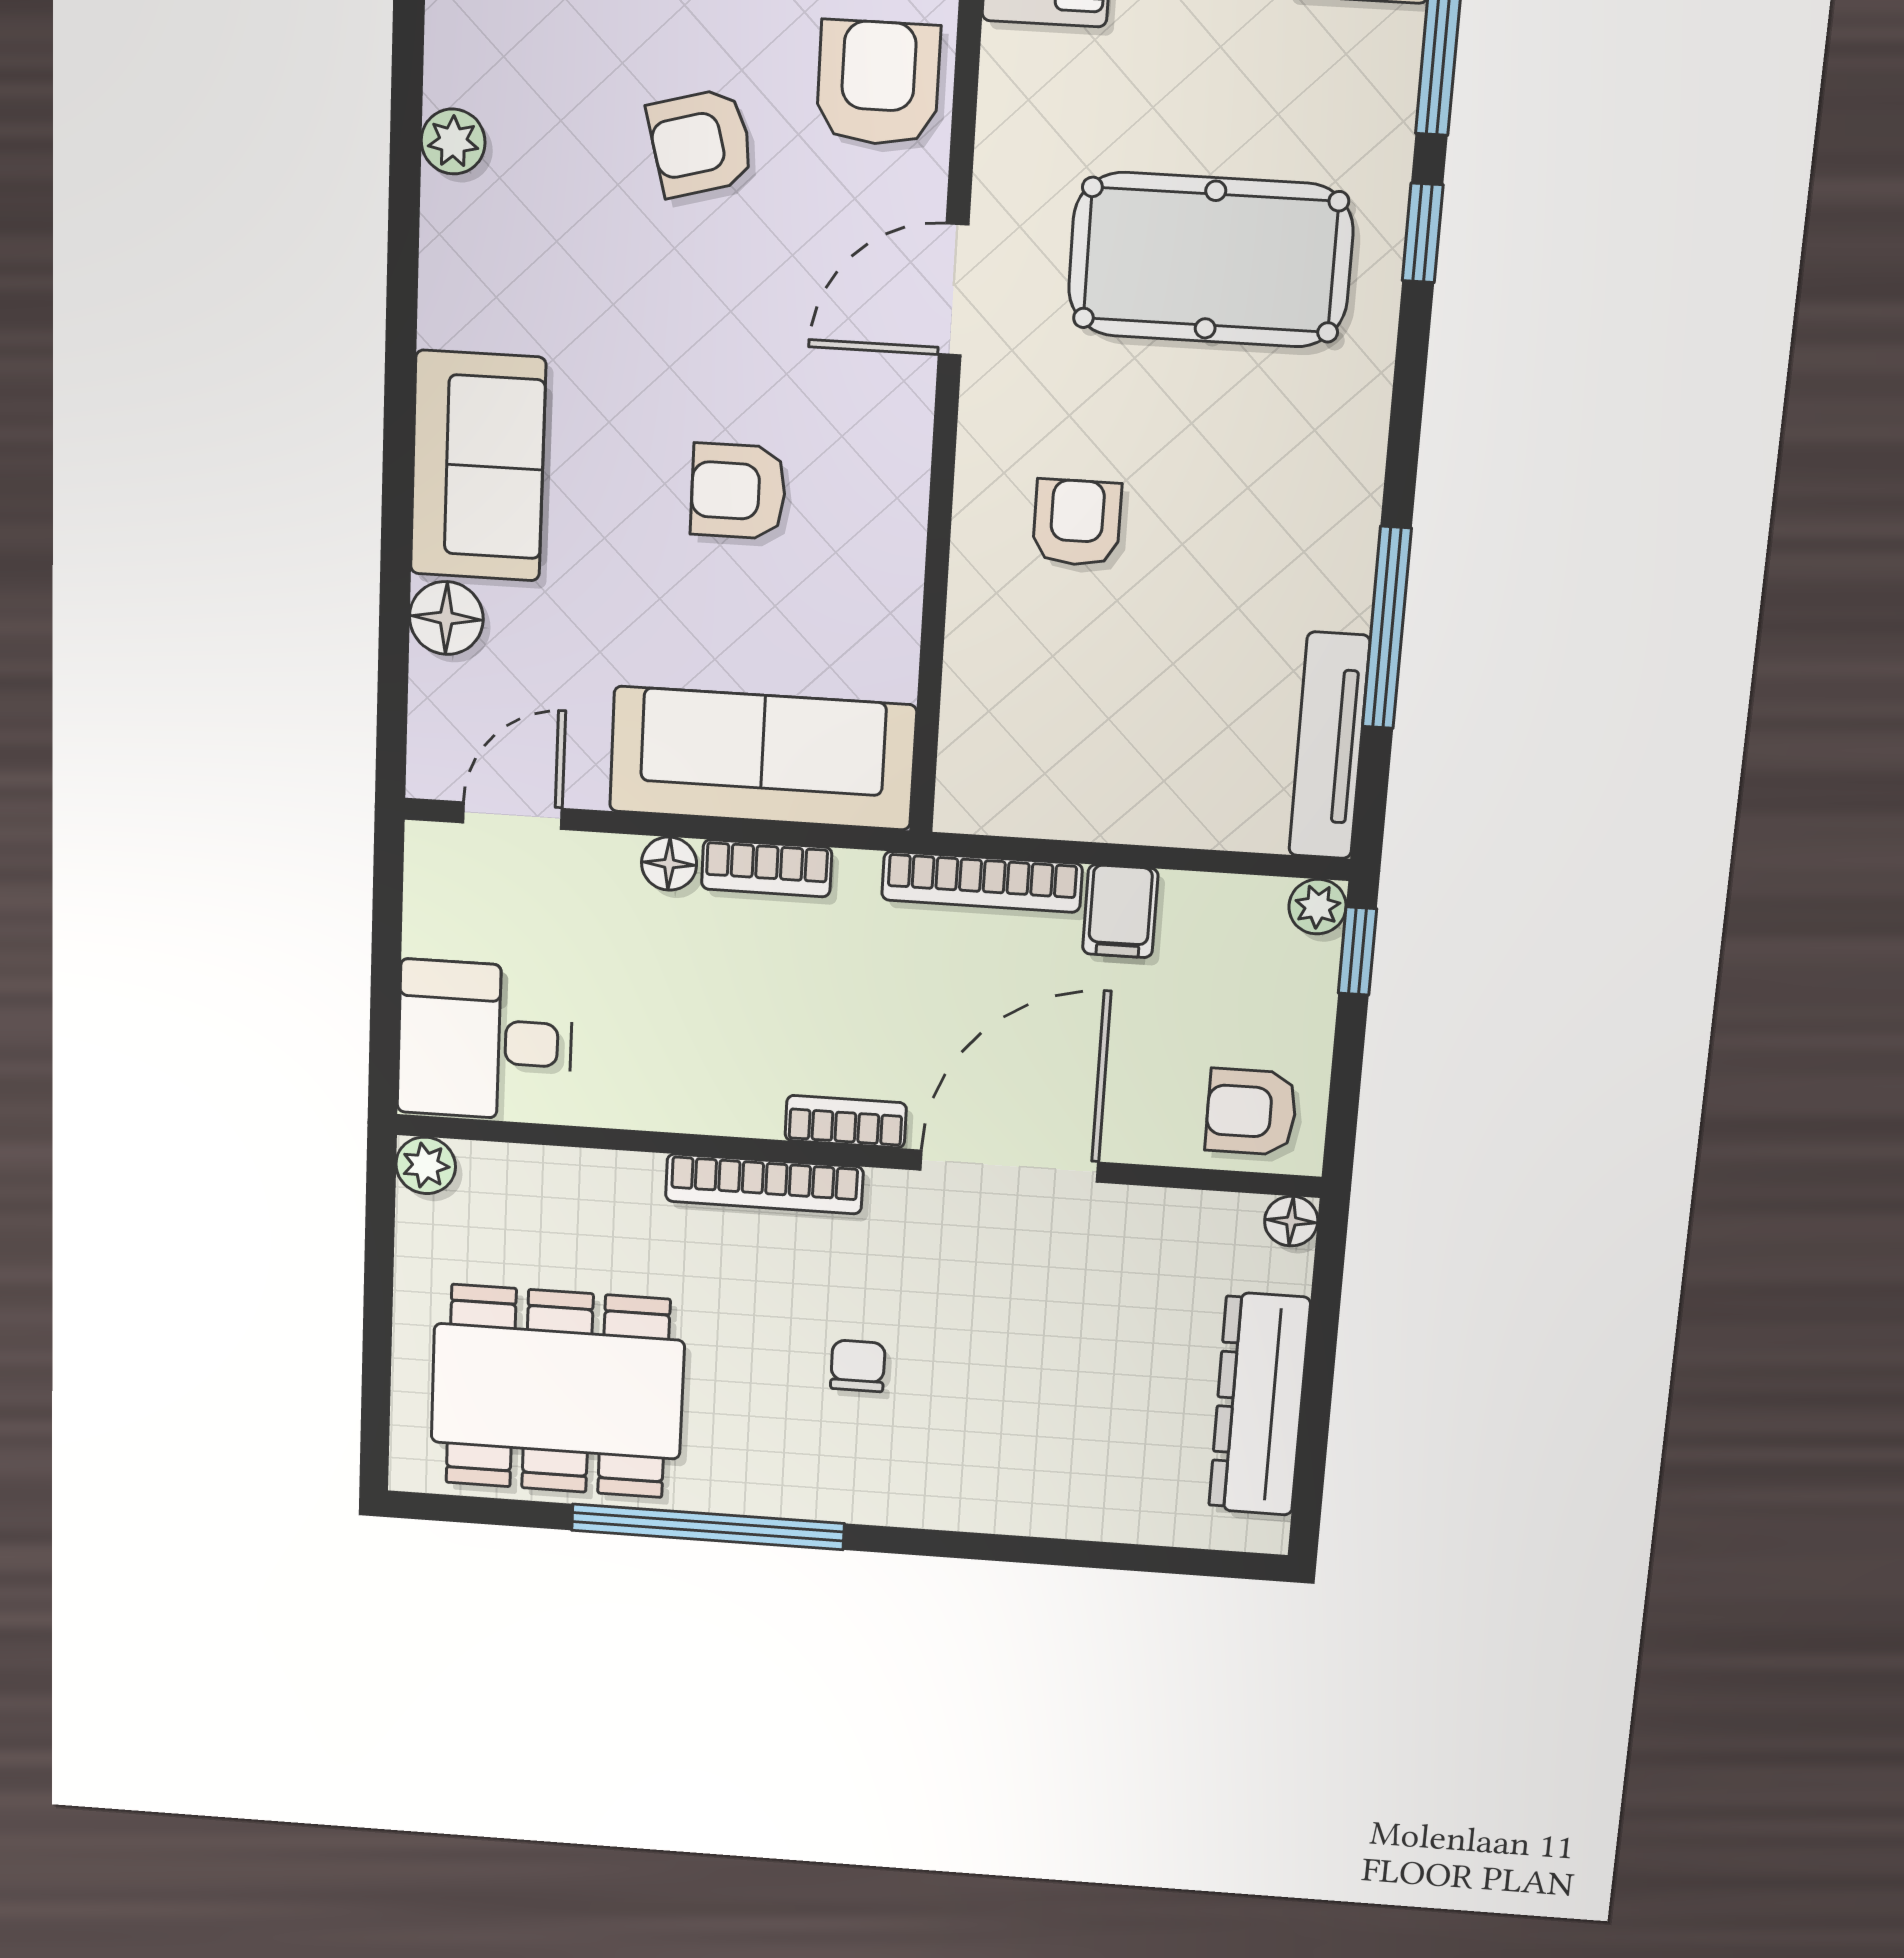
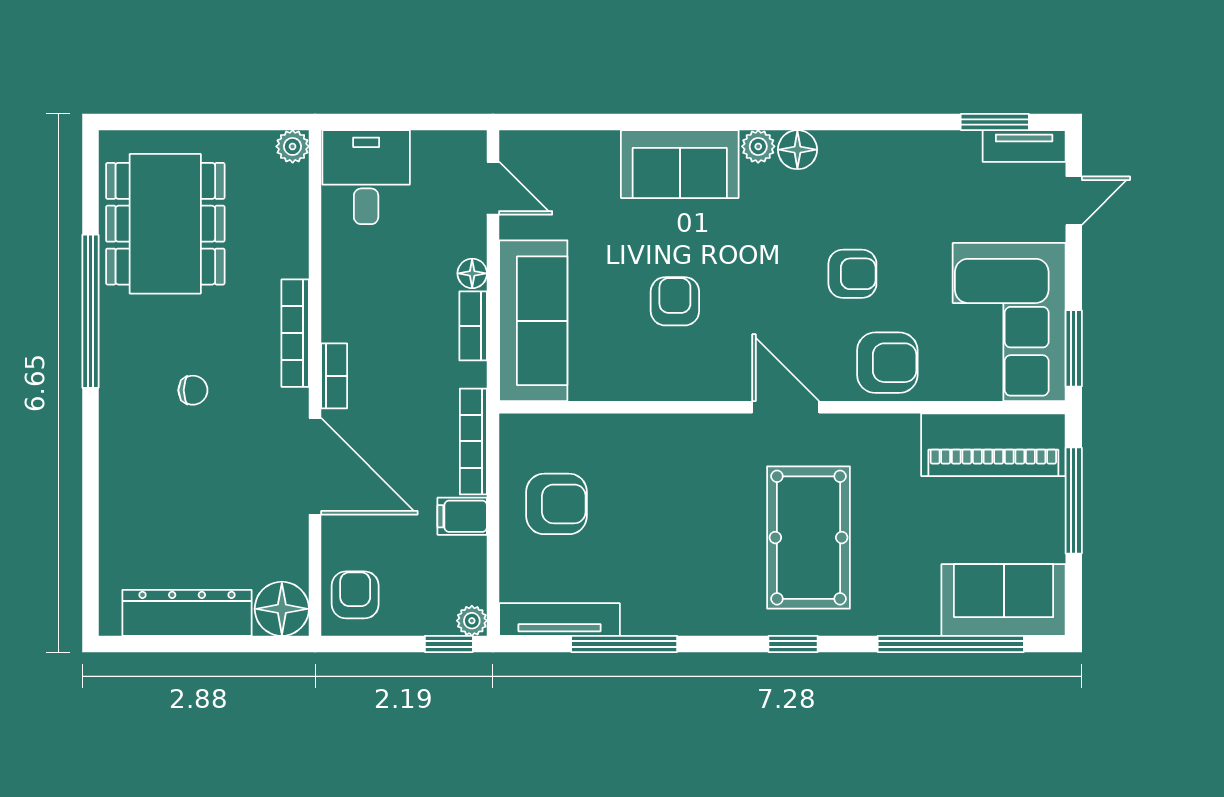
plant: (453, 141) -> (758, 146), moved
armchair: (701, 143) -> (852, 274), turned 105
window: (1423, 233) -> (793, 644), moved
armchair: (1077, 523) -> (557, 504), moved, width x1.38, depth x1.38
floor lamp: (446, 618) -> (797, 150), moved
floor lamp: (1291, 1221) -> (282, 609), width x1.89, depth x1.89

